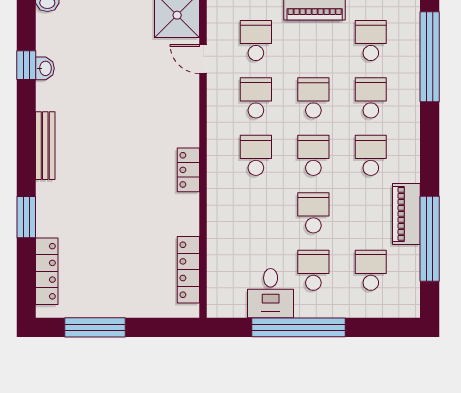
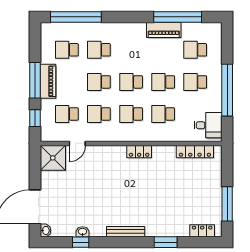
school desk: (371, 155) -> (163, 114), moved
locker: (47, 271) -> (202, 231), width x0.66
desk: (271, 293) -> (208, 125), moved

